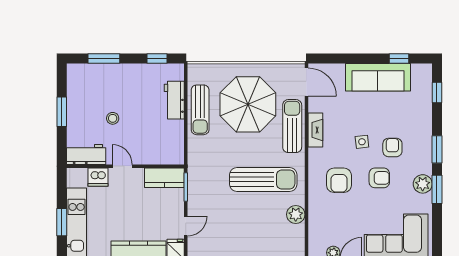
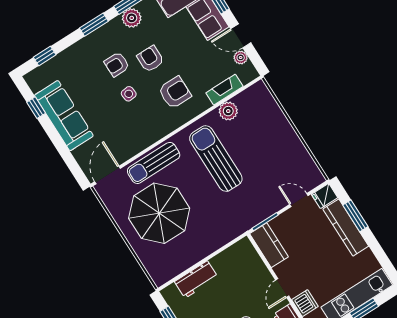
sun lounger: (200, 110) -> (190, 252), removed
fireplace: (315, 130) -> (224, 90), moved

